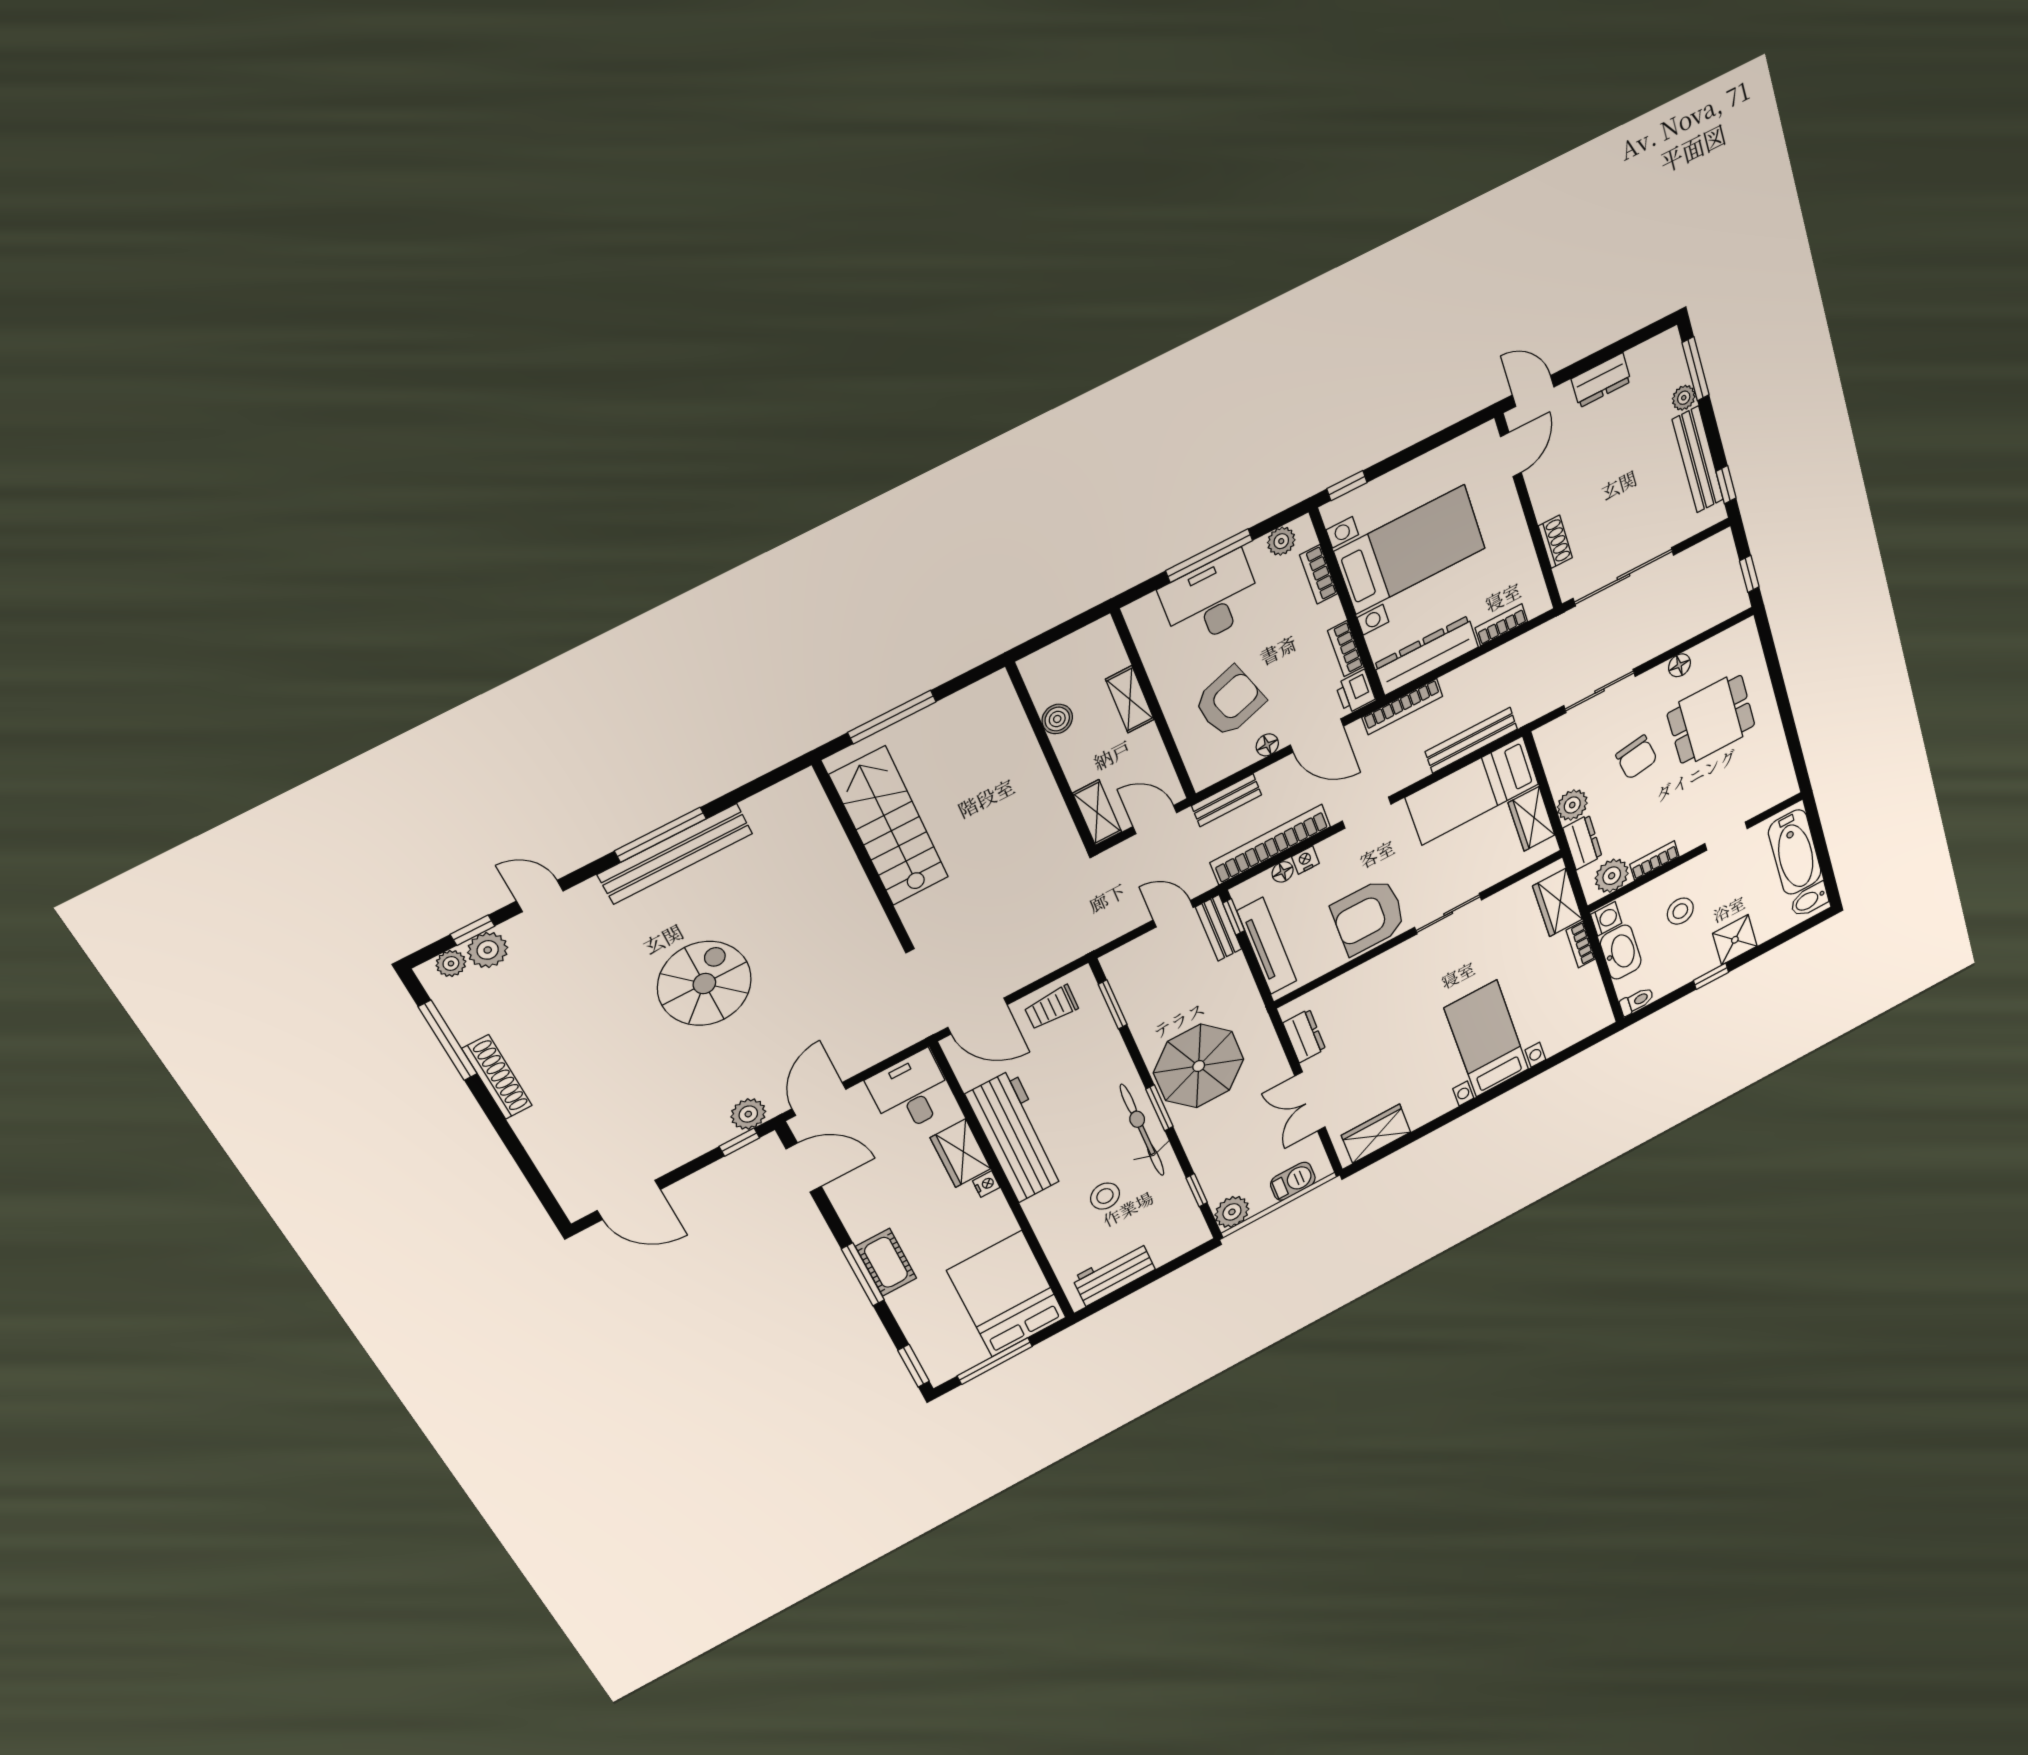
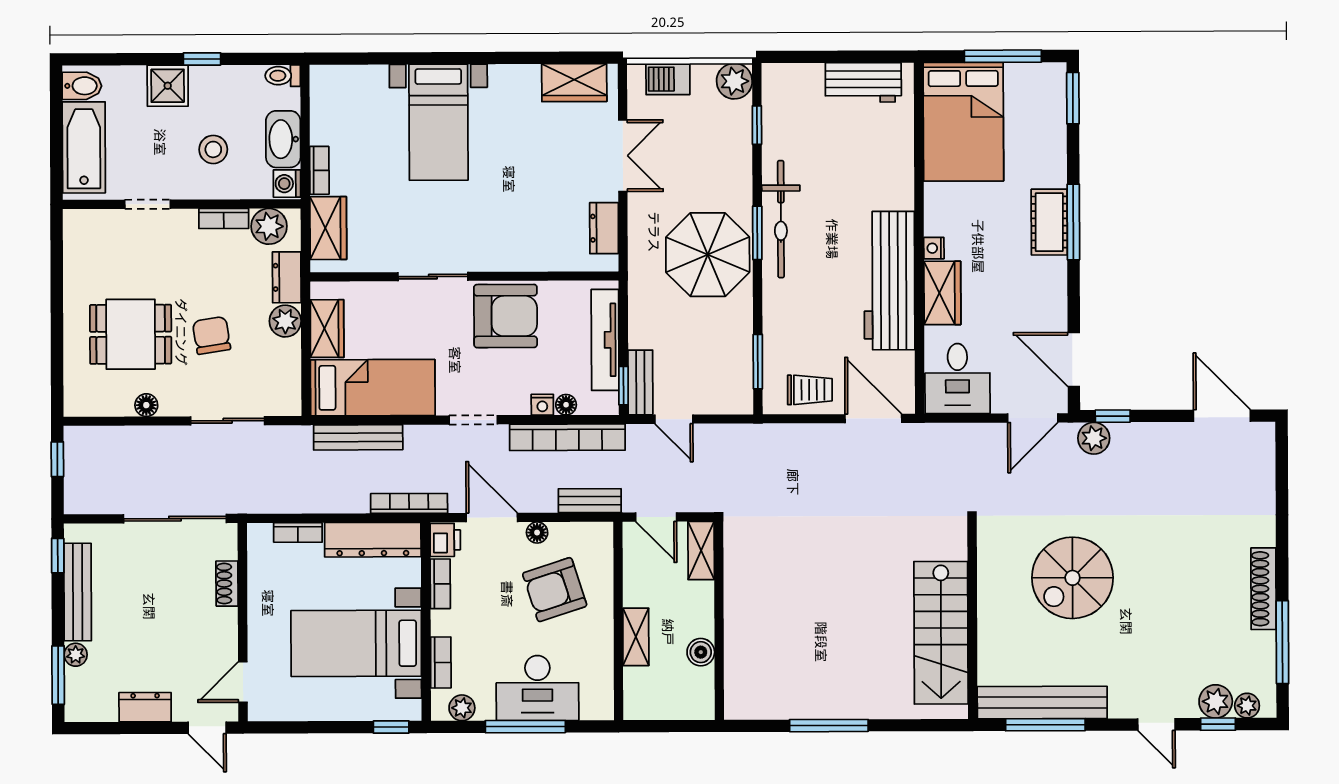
stairs: (889, 826) -> (941, 633), moved
wall: (862, 855) -> (972, 620), moved
stool: (1105, 1196) -> (839, 171), removed

